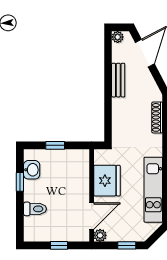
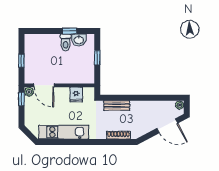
bench: (118, 80) -> (117, 106), moved
fridge: (107, 181) -> (76, 94), width x0.53, depth x0.75
toilet: (35, 209) -> (66, 42), moved
window: (127, 245) -> (21, 99), moved

